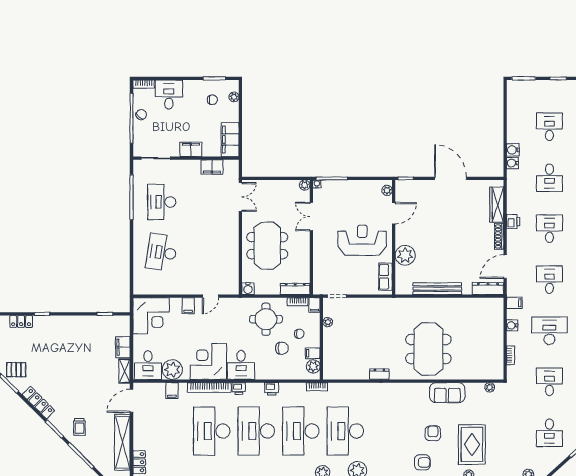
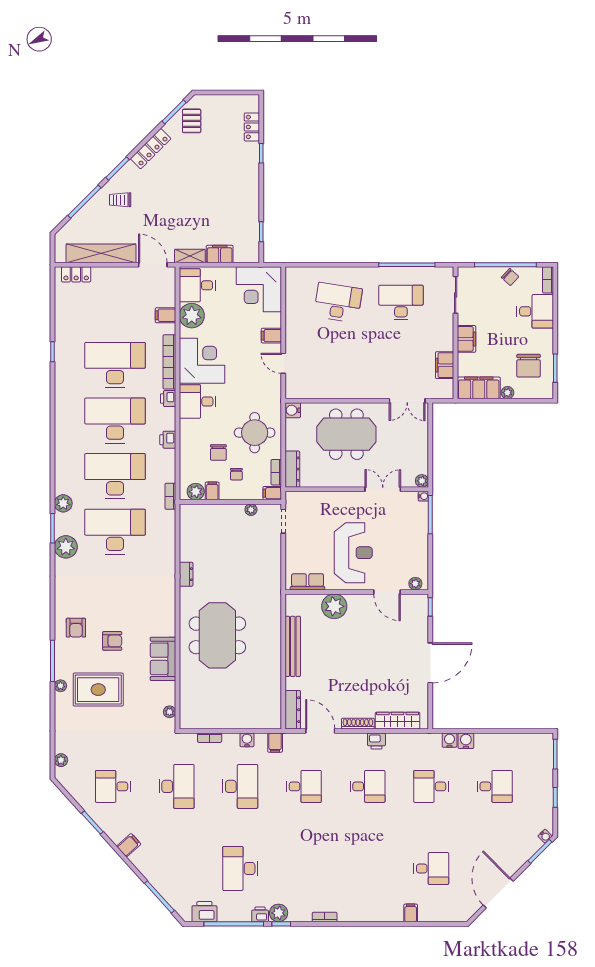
plant: (234, 97) -> (508, 393), moved
chair: (212, 100) -> (529, 366), width x1.87, depth x1.87
meeting table: (428, 349) -> (217, 635), turned 90
desk: (549, 382) -> (177, 786), width x1.37

